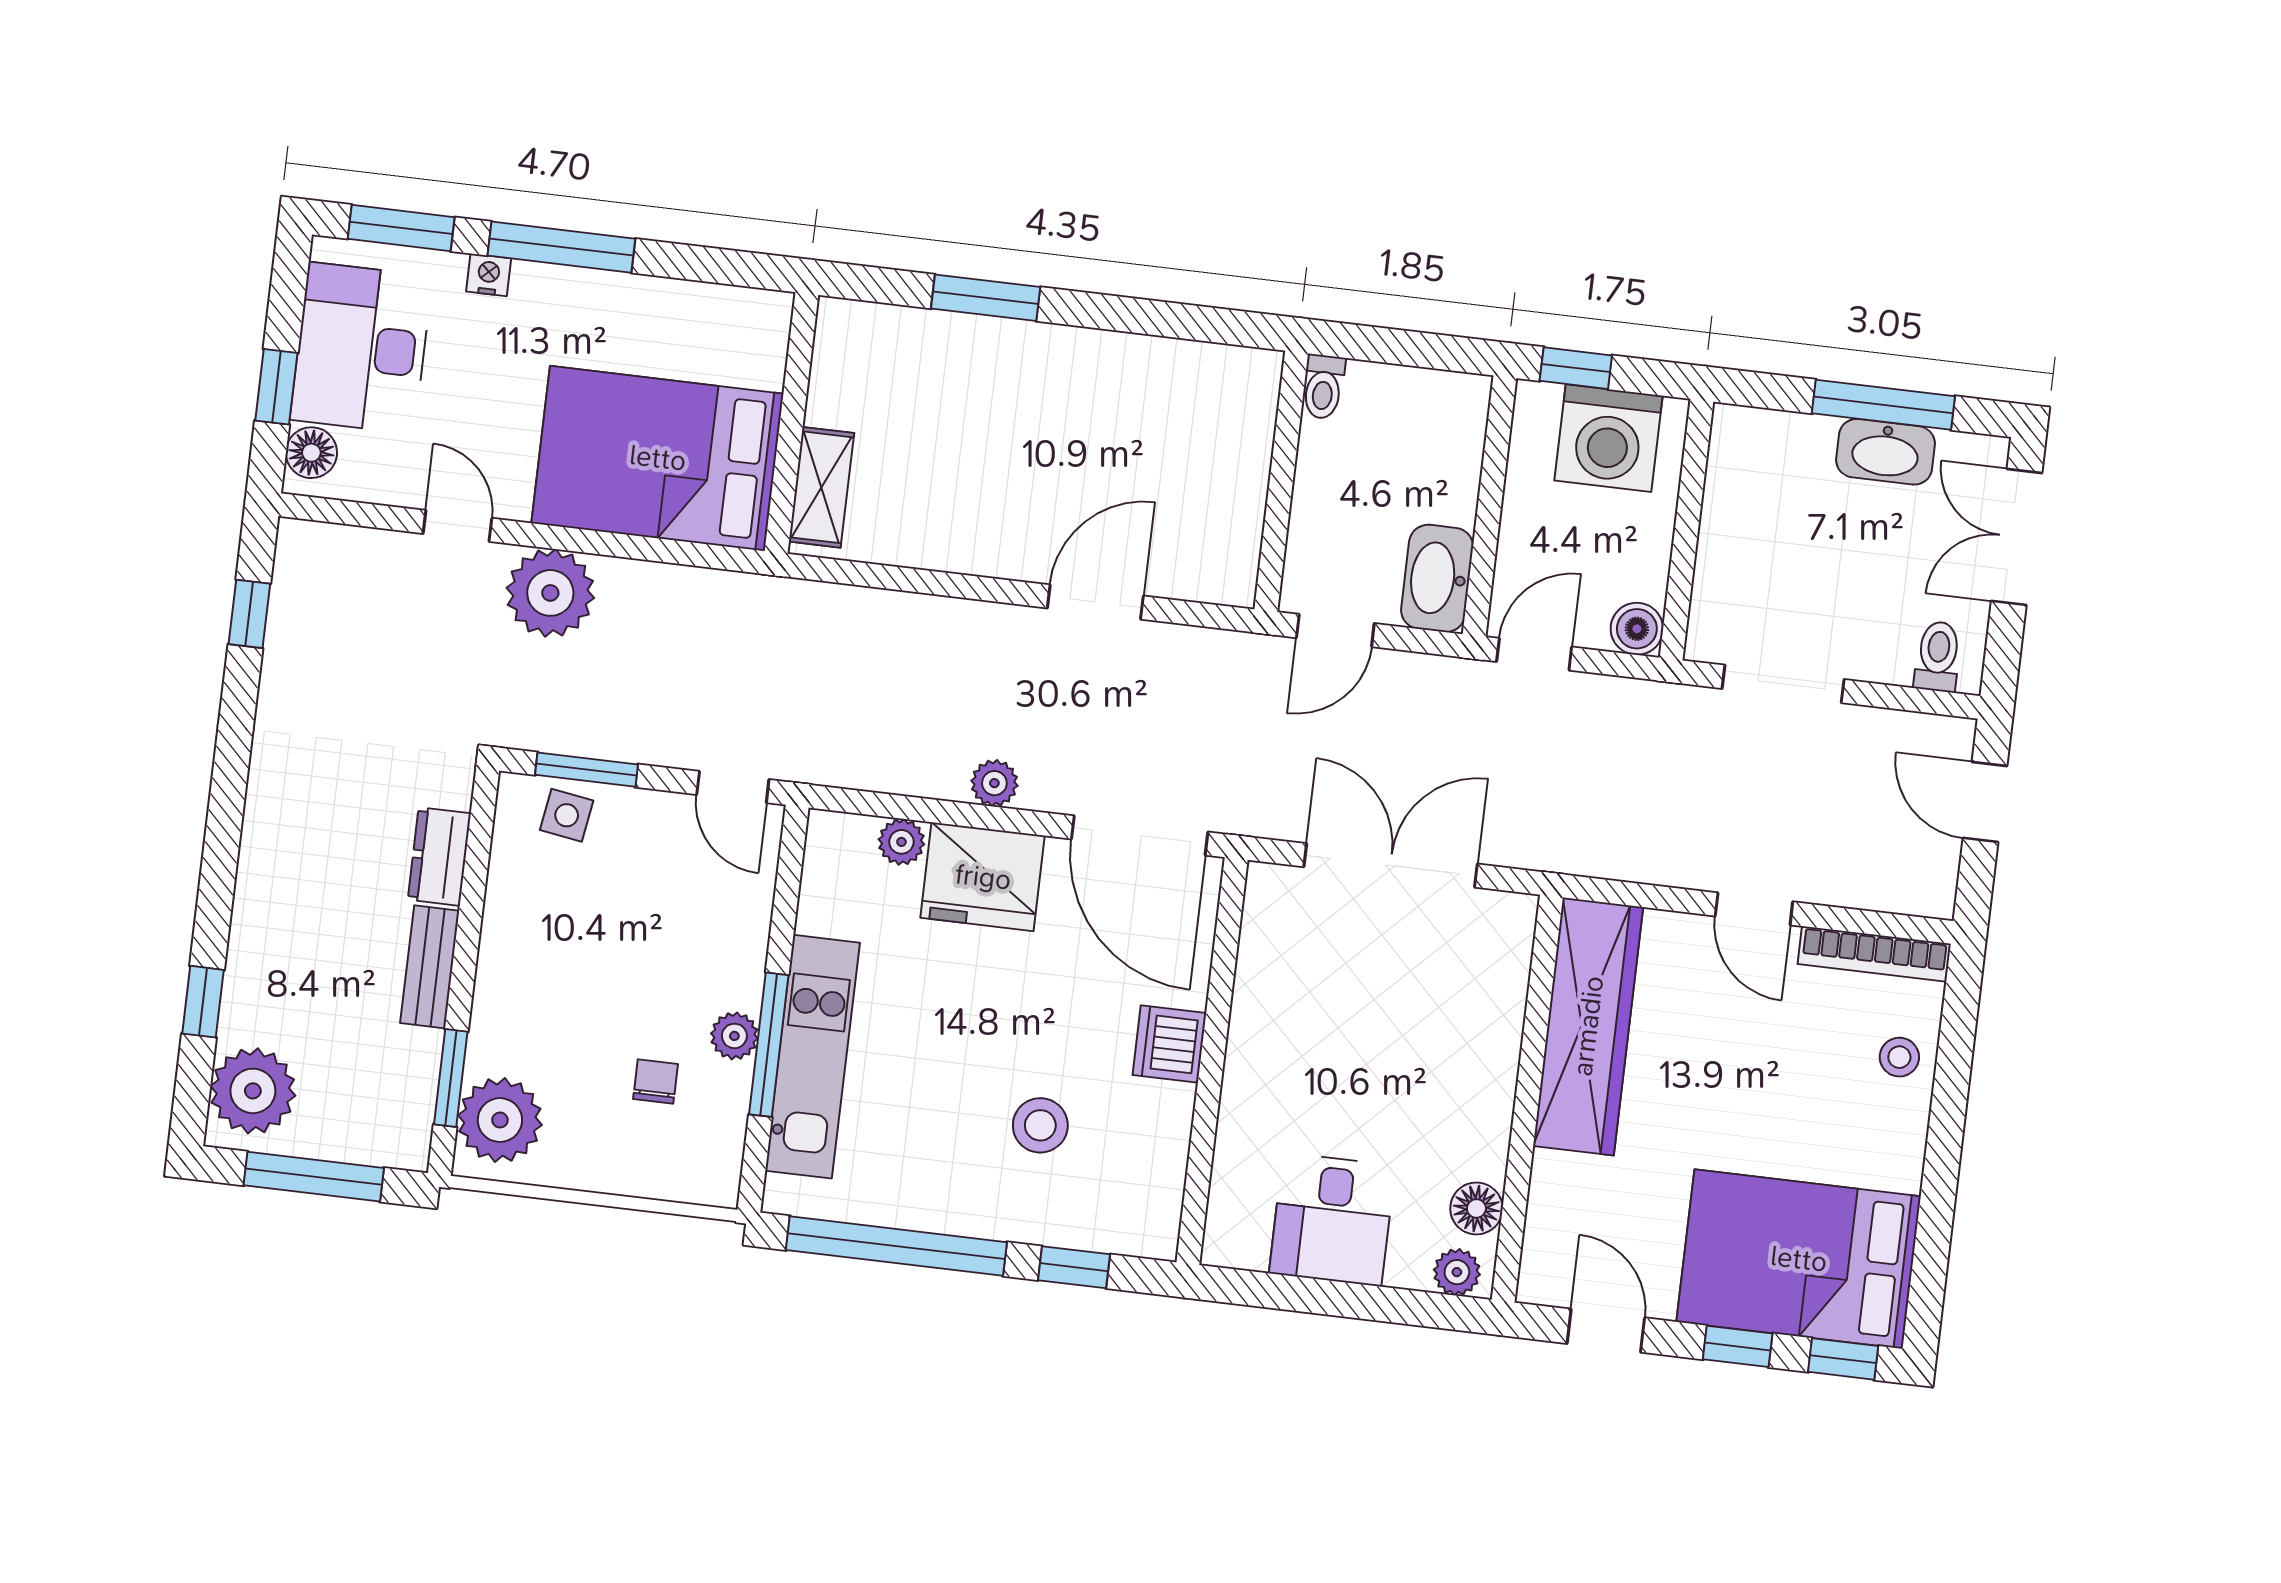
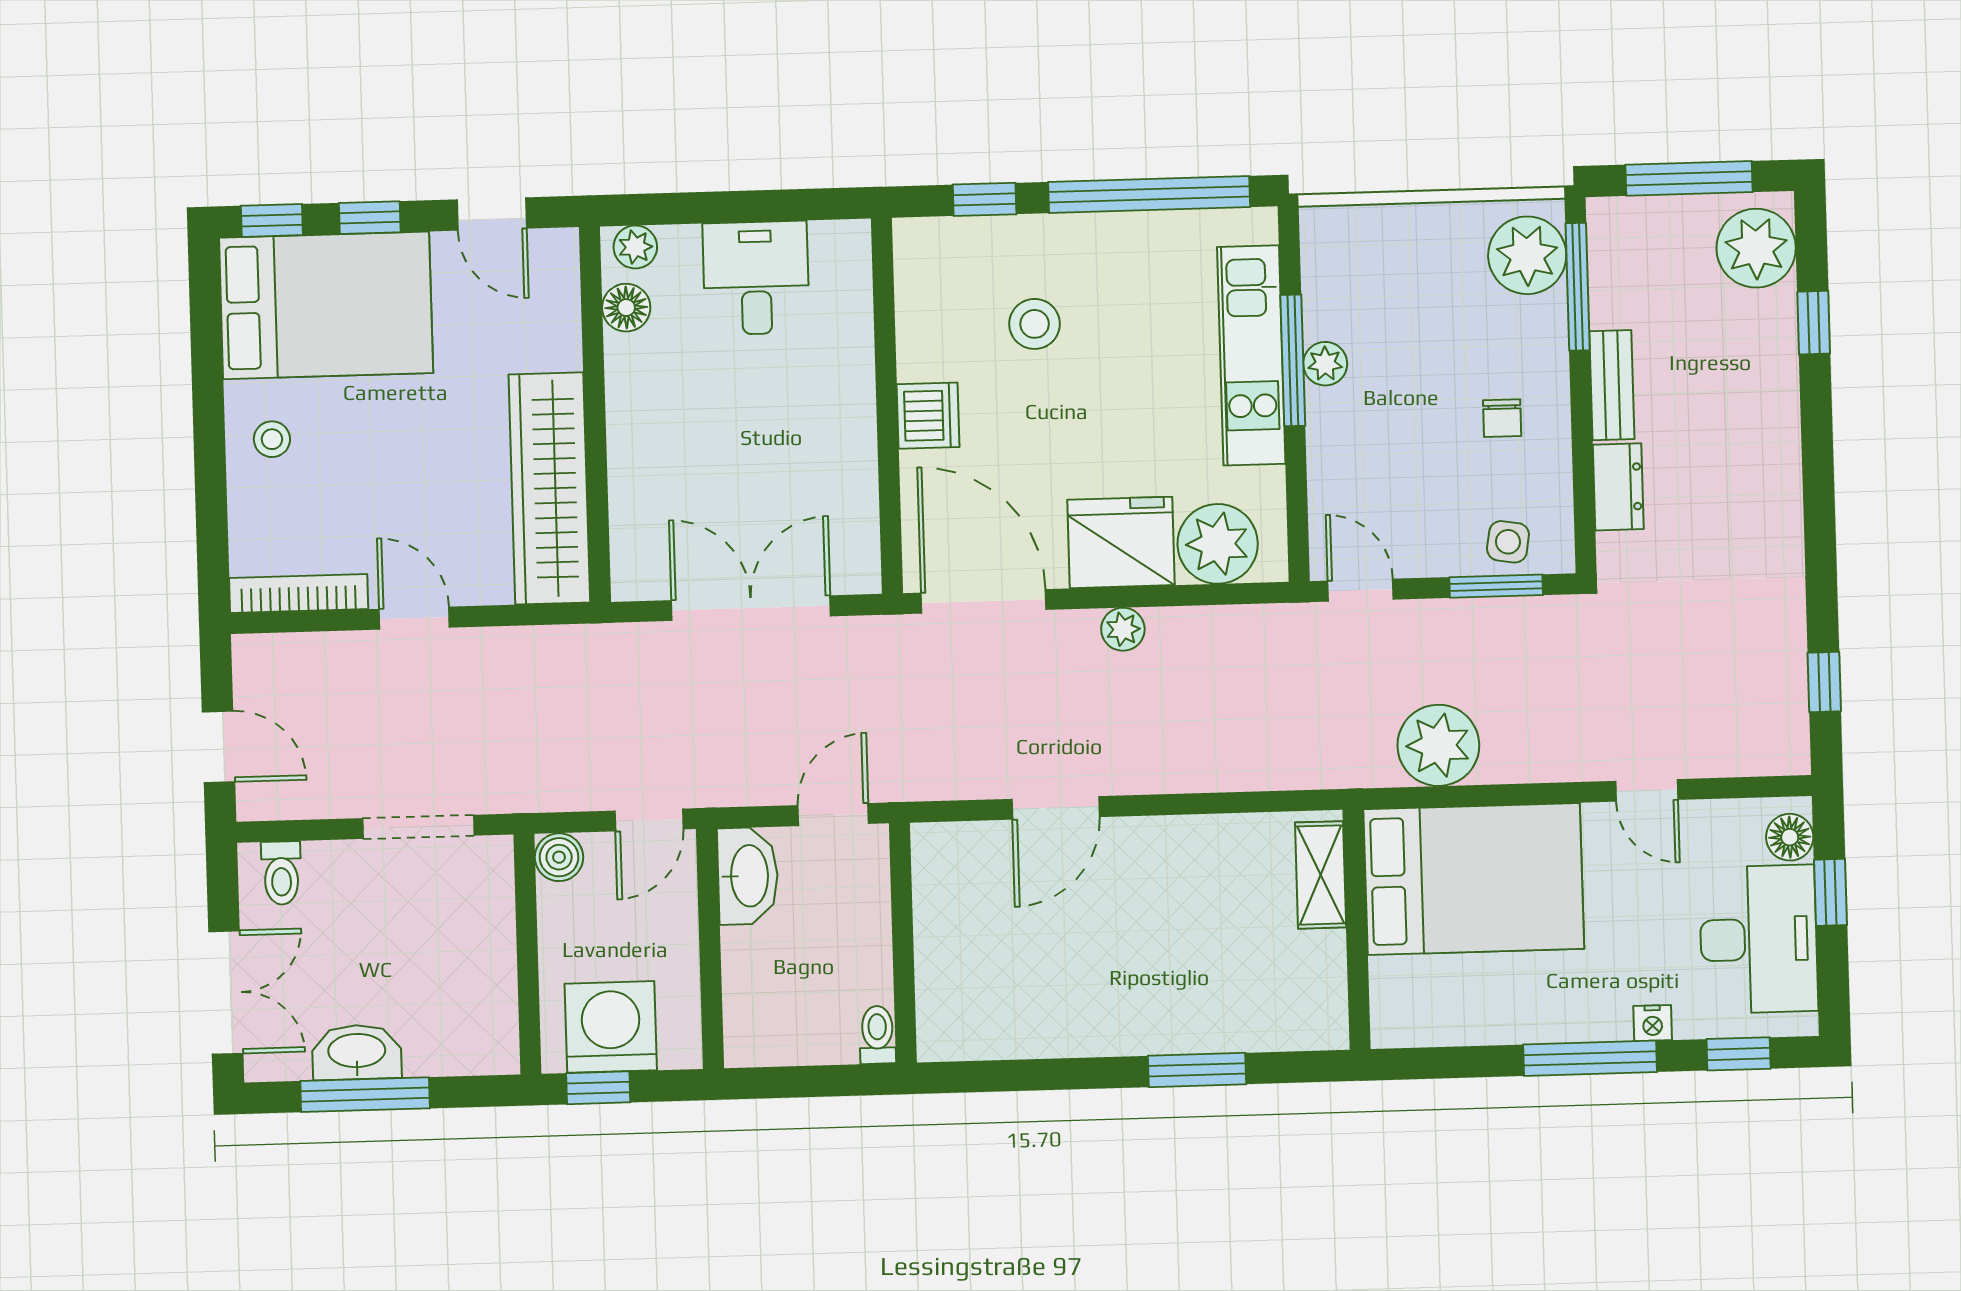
window: (401, 228) -> (1739, 1054), width x0.67
window: (1576, 368) -> (598, 1088), moved
plant: (550, 593) -> (1438, 745), moved
plant: (901, 842) -> (1218, 544), width x1.88, depth x1.88
double door: (1391, 865) -> (751, 608), swing flipped
stool: (1899, 1057) -> (272, 439), moved
window: (451, 1078) -> (1578, 287), width x1.44
chair: (656, 1081) -> (1502, 418), moved

